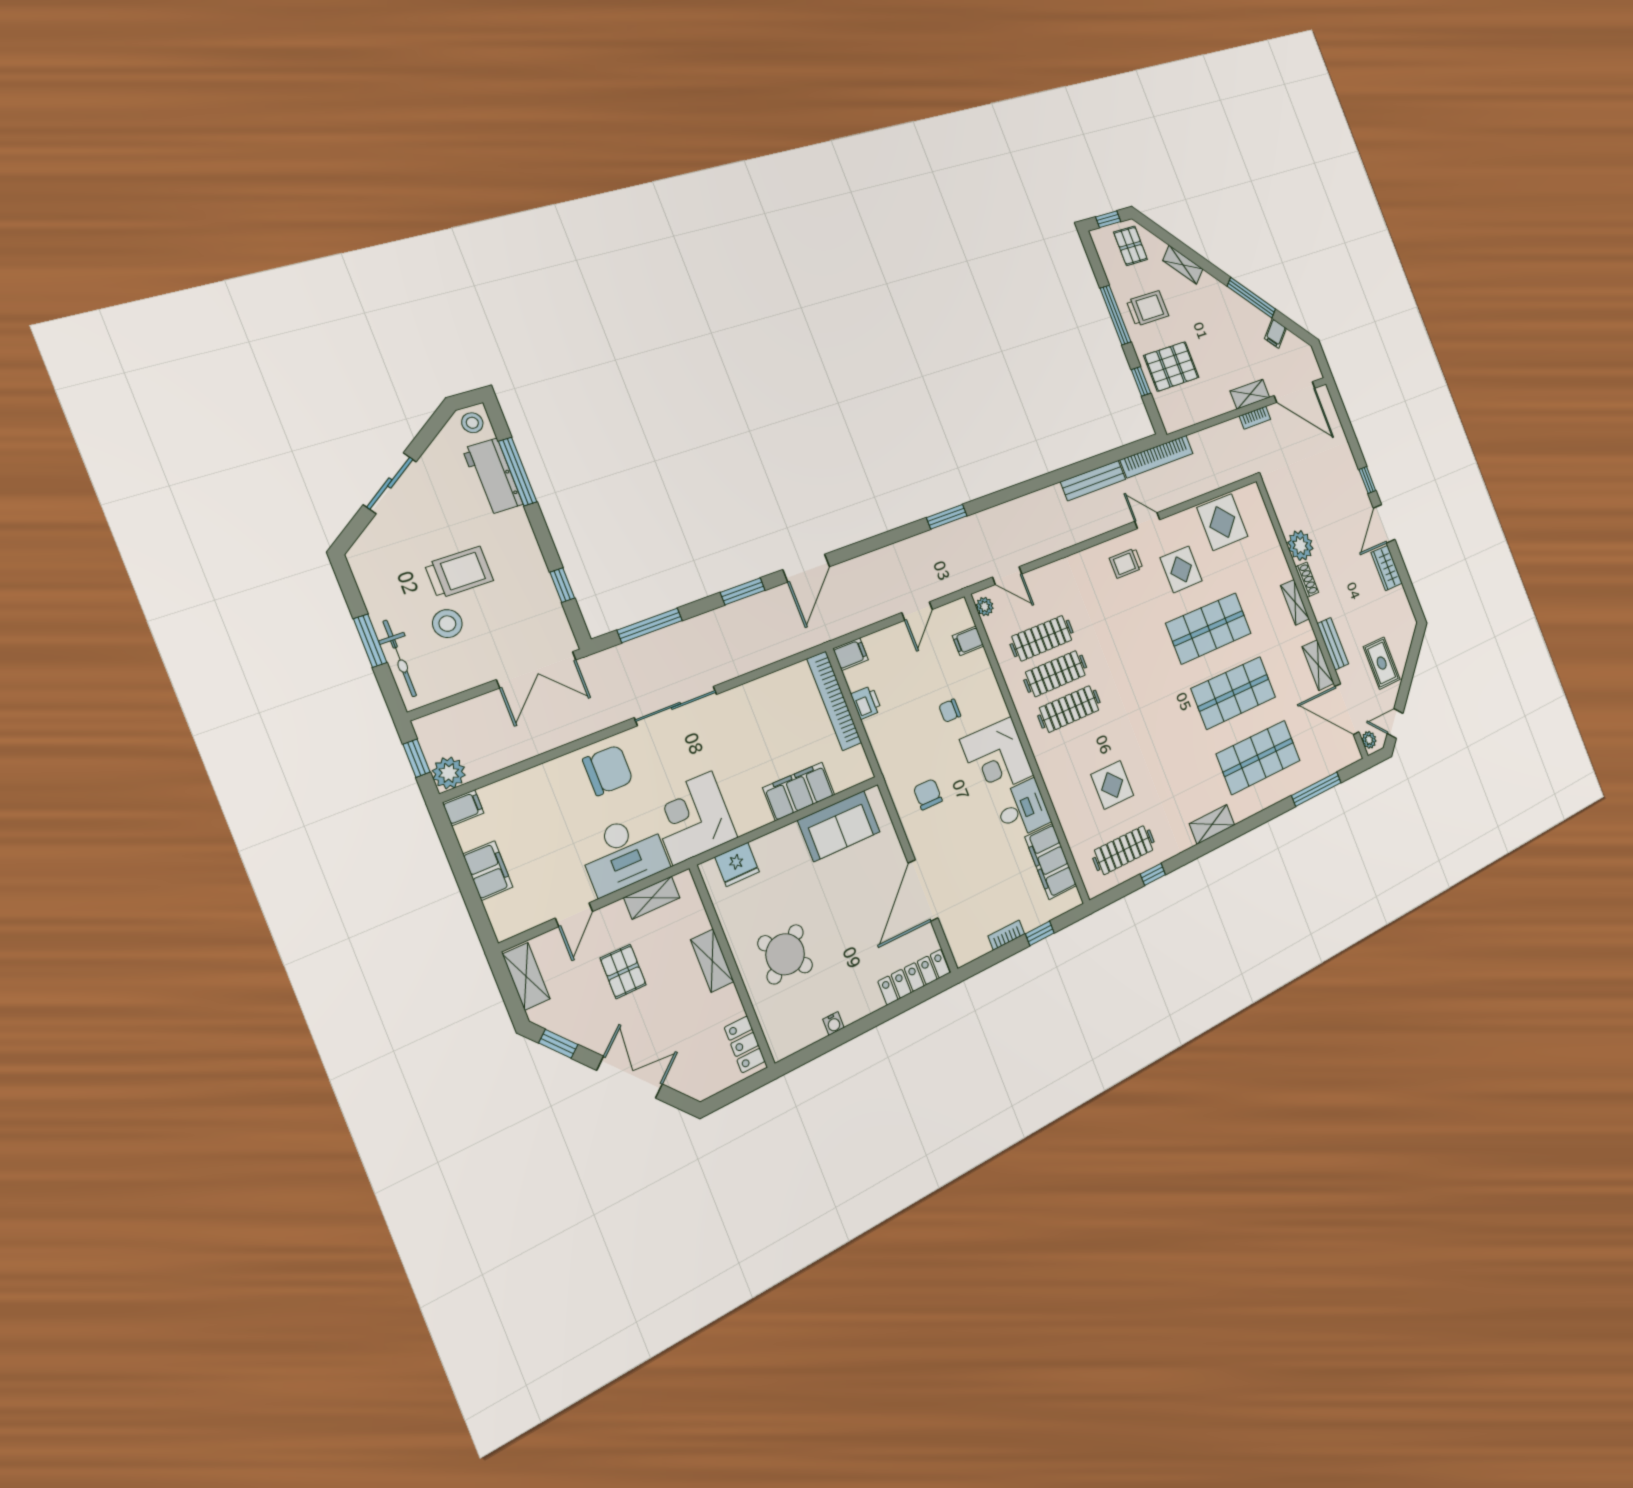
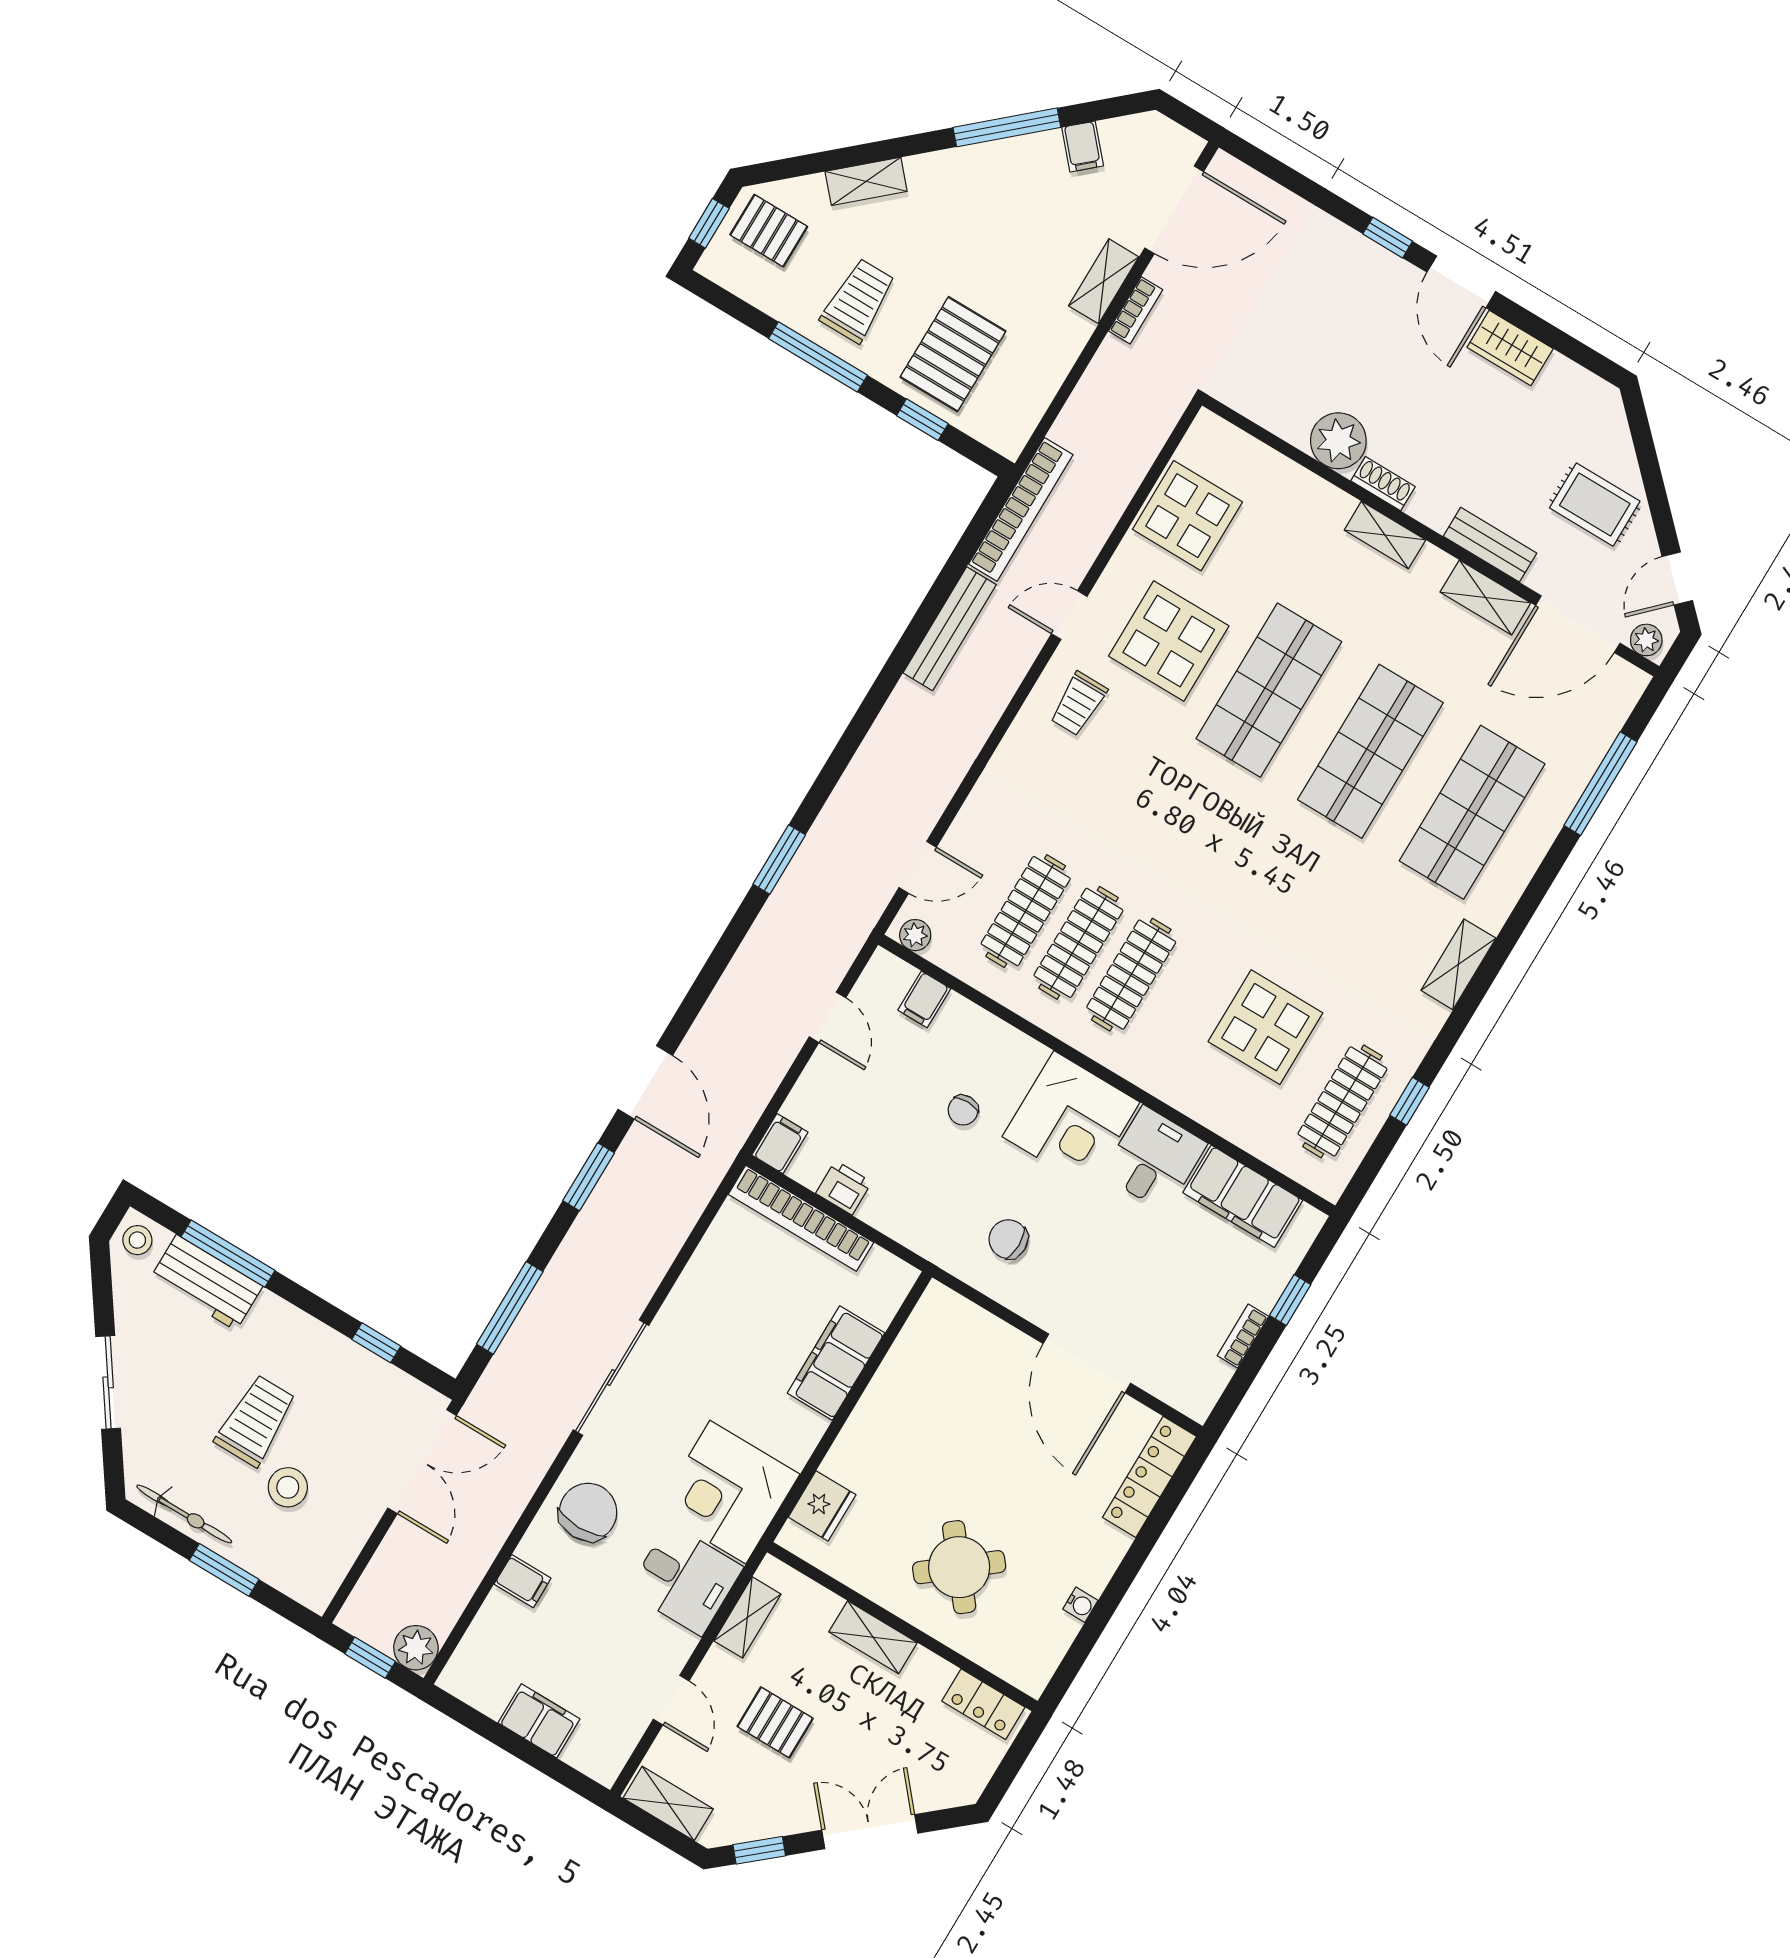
display table: (1181, 569) -> (1169, 641), width x1.36, depth x1.36
bicycle: (400, 658) -> (184, 1514), moved
display table: (1112, 785) -> (1265, 1027), width x1.36, depth x1.36
filing cabinet: (463, 808) -> (523, 1581), moved, turned 90
sofa: (839, 826) -> (918, 1366), removed
desk: (624, 854) -> (685, 1579), width x0.73

